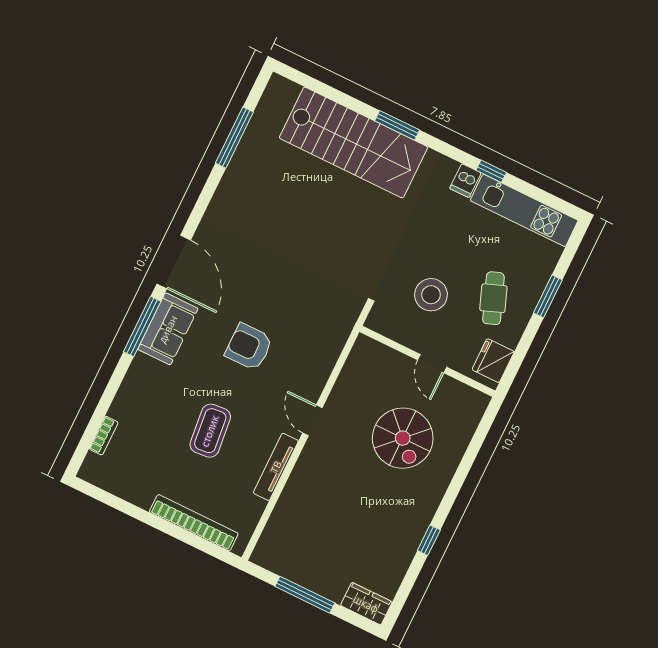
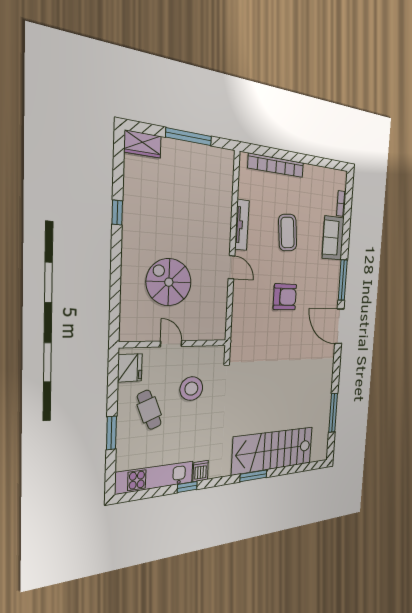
sofa: (168, 329) -> (333, 238), moved

